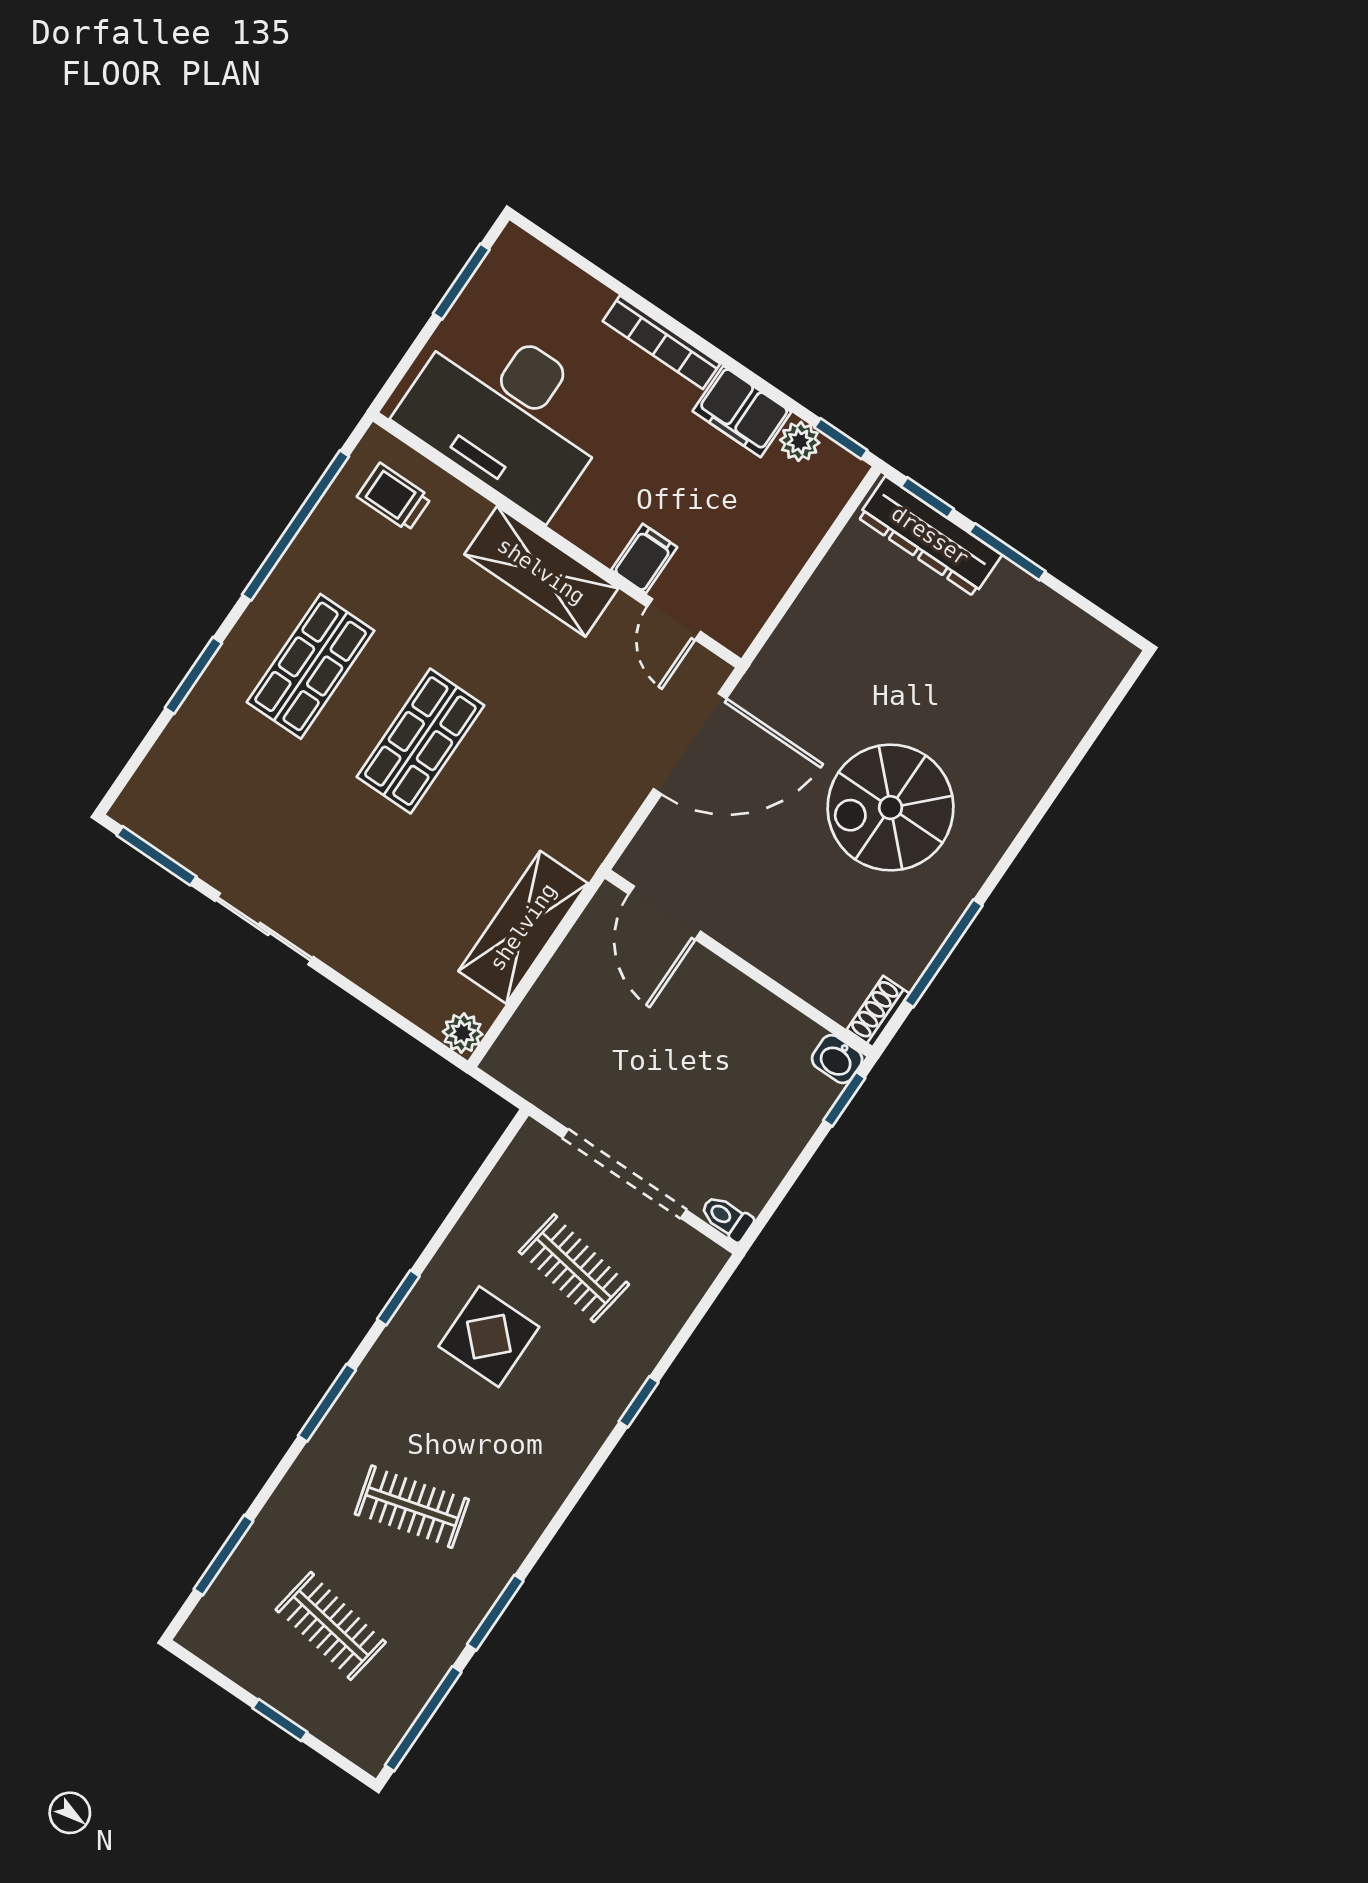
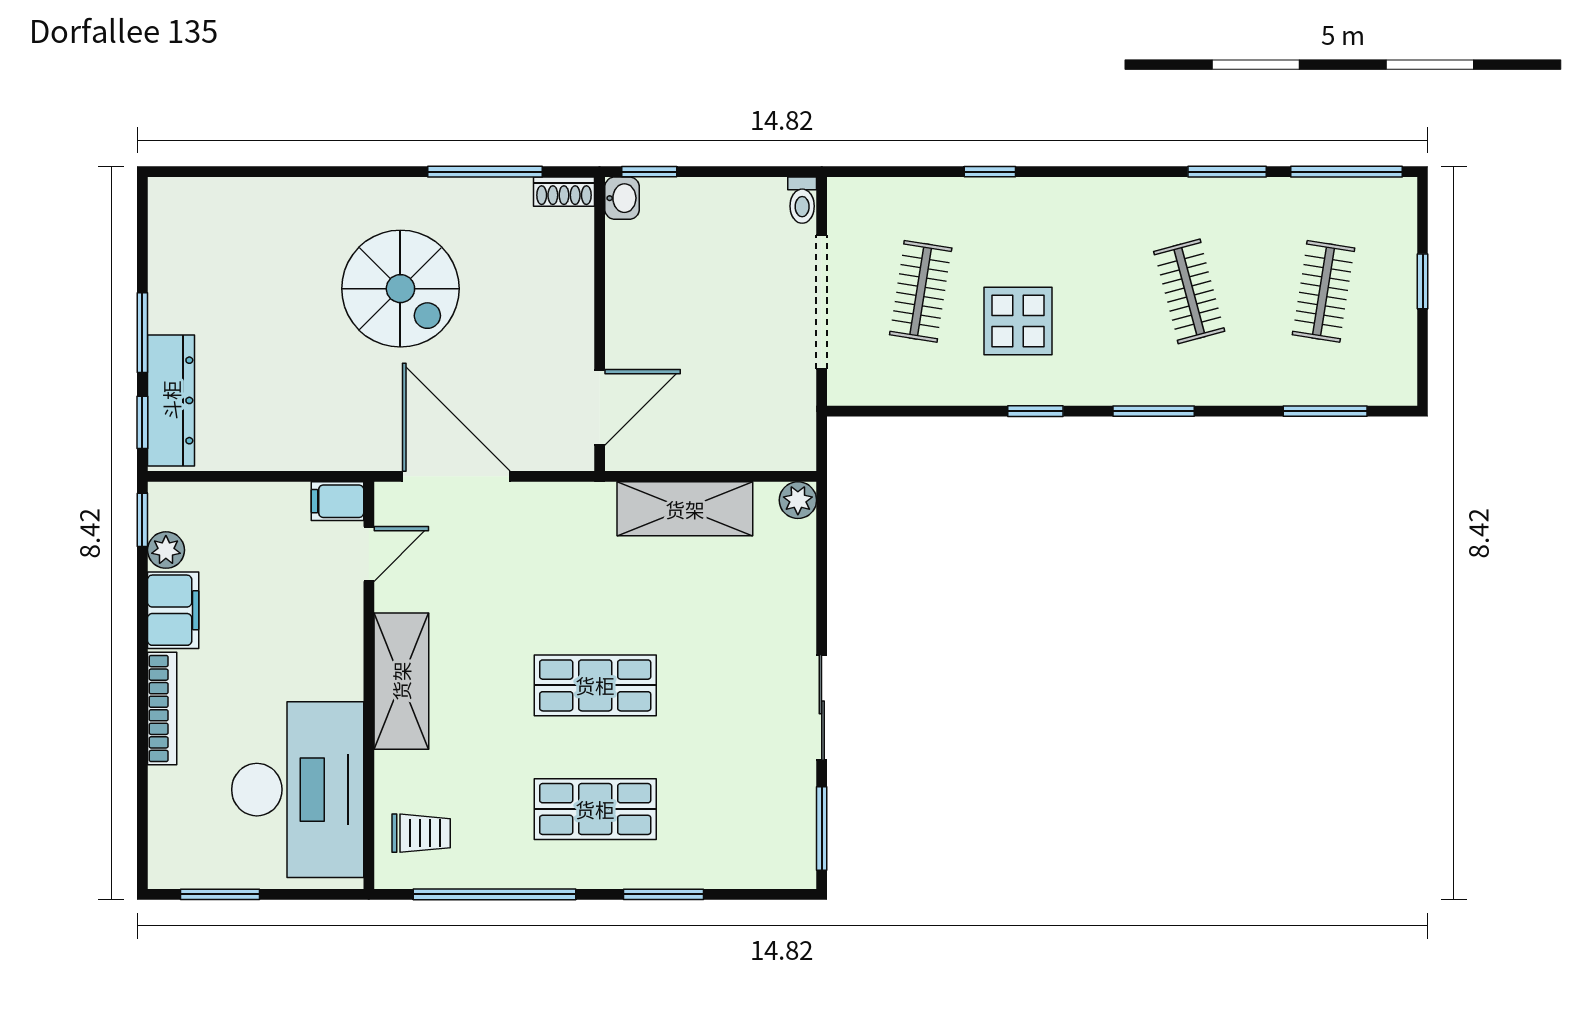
trolley: (394, 497) -> (421, 833), turned -90
filing cabinet: (644, 559) -> (338, 501), moved

